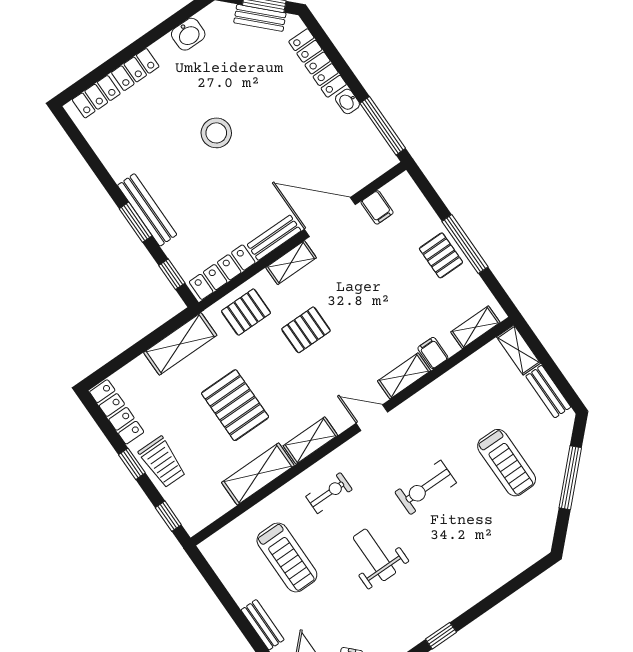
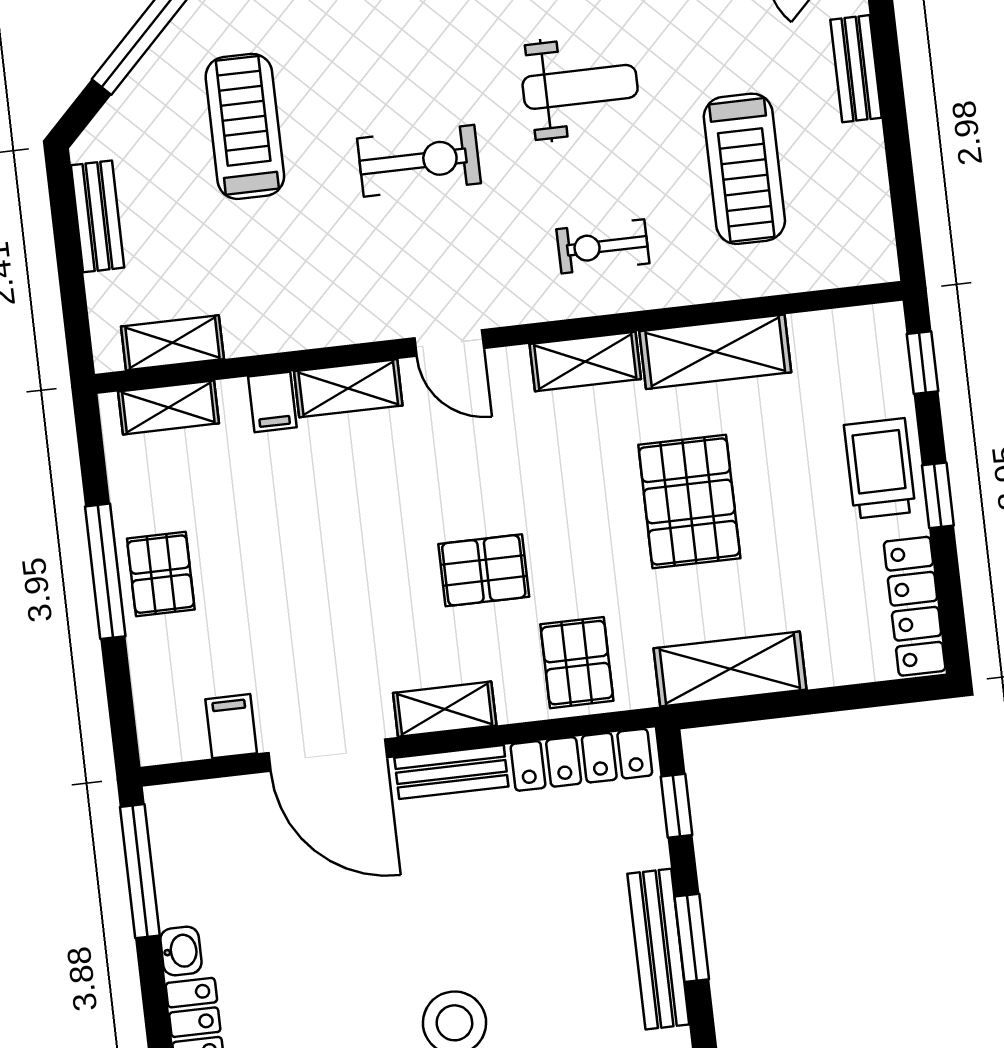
pallet: (246, 312) -> (577, 663), turned 90
shelving: (518, 350) -> (172, 343), moved, turned 90
weight bench: (374, 555) -> (580, 87), turned -90
treadmill: (287, 558) -> (744, 169), turned 180

